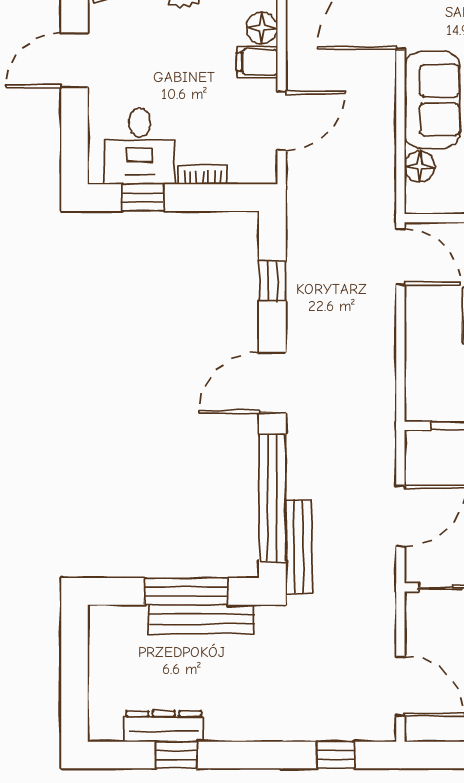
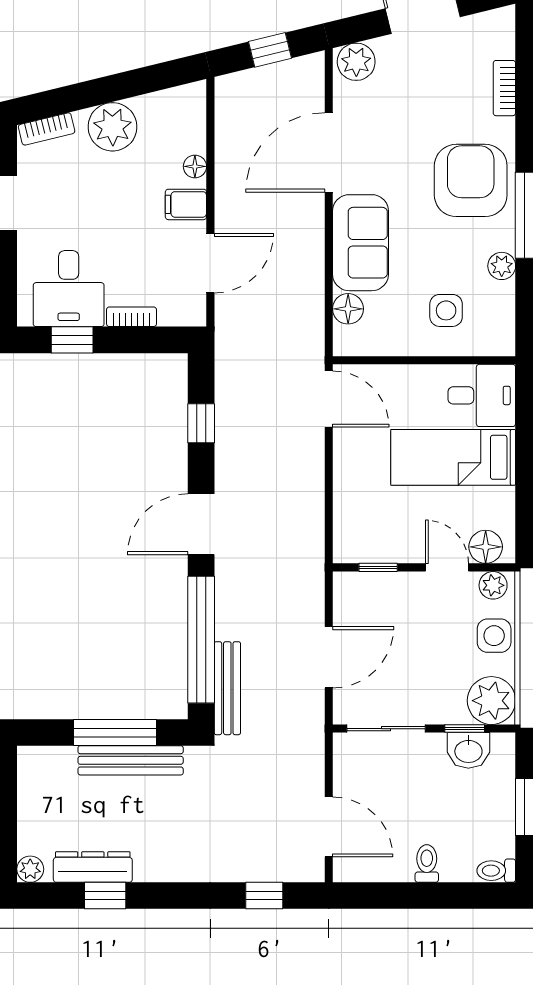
floor lamp: (262, 28) -> (195, 166), width x0.73, depth x0.73
plant: (101, 728) -> (30, 869), added

